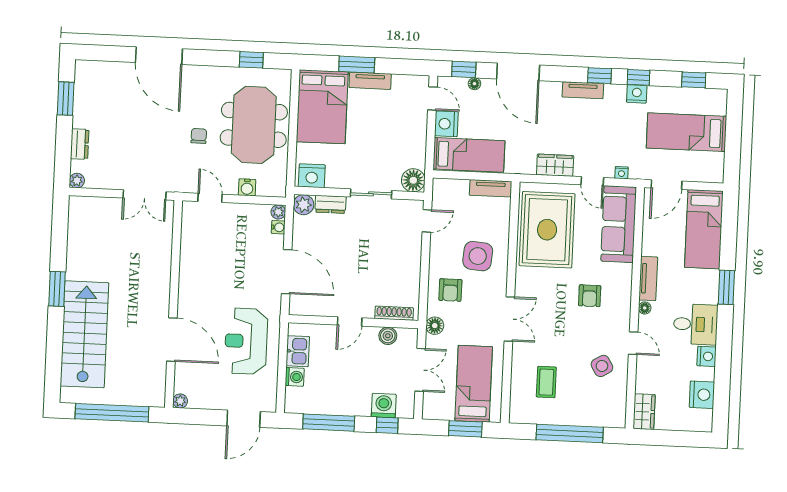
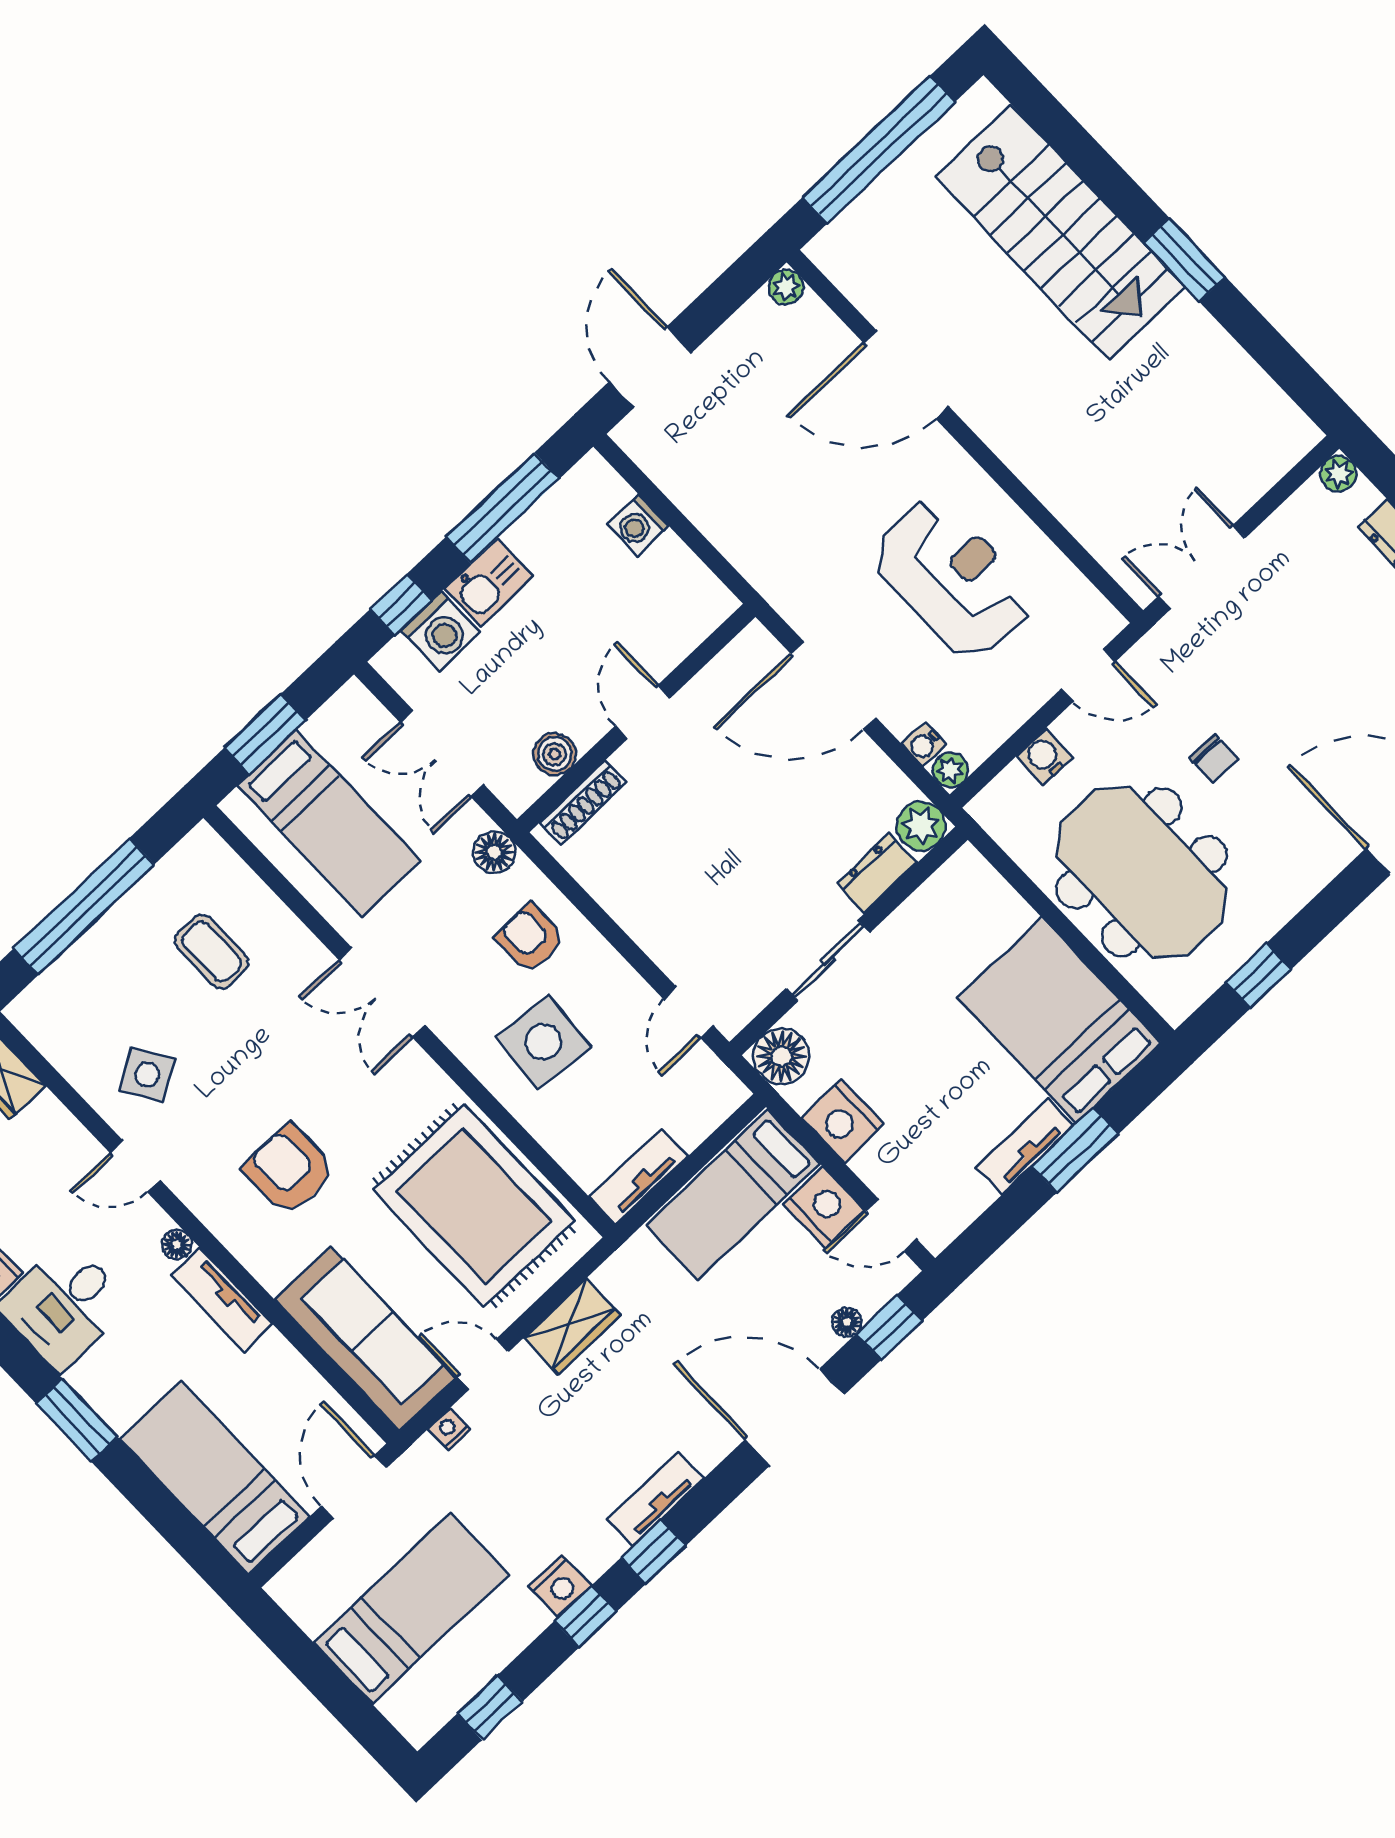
nightstand: (312, 176) -> (843, 1121), moved, turned -90
armchair: (590, 296) -> (289, 1170), width x1.38, depth x1.38
reception desk: (246, 341) -> (952, 578), moved
kitchen sink: (298, 351) -> (489, 582), moved, turned -90

